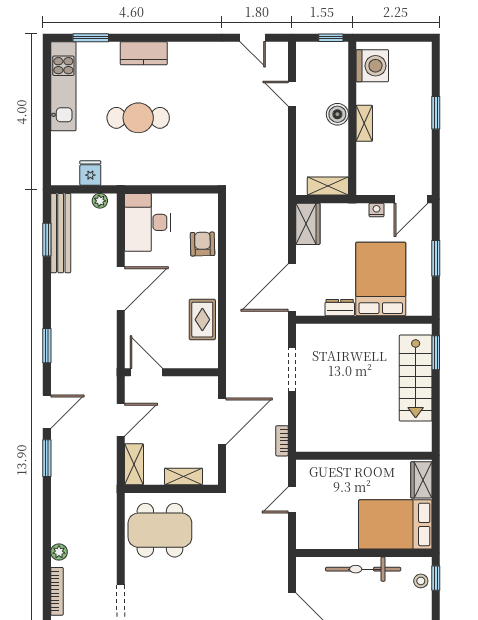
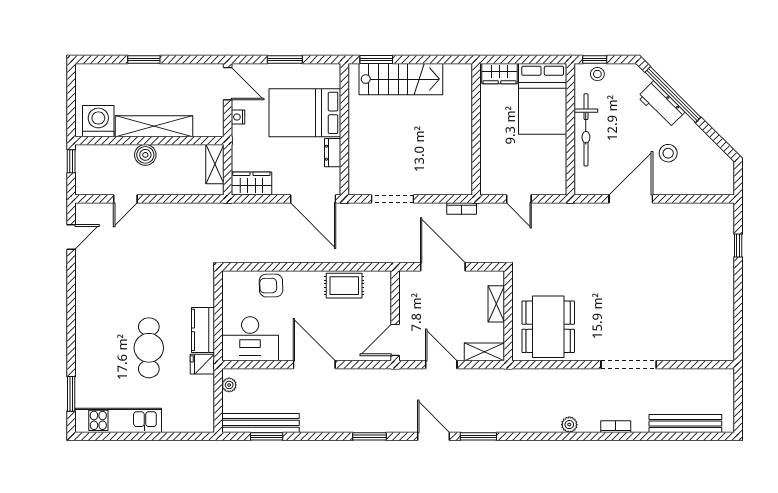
kitchen counter: (144, 53) -> (203, 330), moved, turned 180
shelving: (364, 123) -> (154, 126), width x2.20, depth x1.33
fridge: (90, 173) -> (202, 364), moved
bookcase: (57, 591) -> (616, 427), width x0.64

